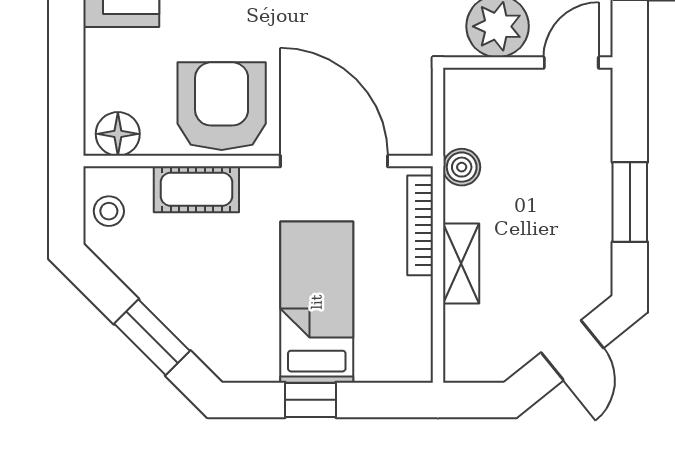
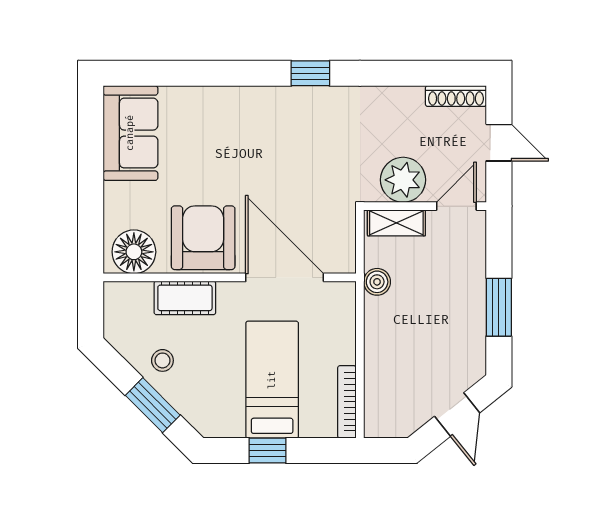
floor lamp: (118, 134) -> (134, 252), width x1.38, depth x1.38
stool: (109, 211) -> (162, 360), moved
bookcase: (420, 225) -> (347, 402), moved
shelving: (461, 264) -> (396, 223), moved, turned 90

